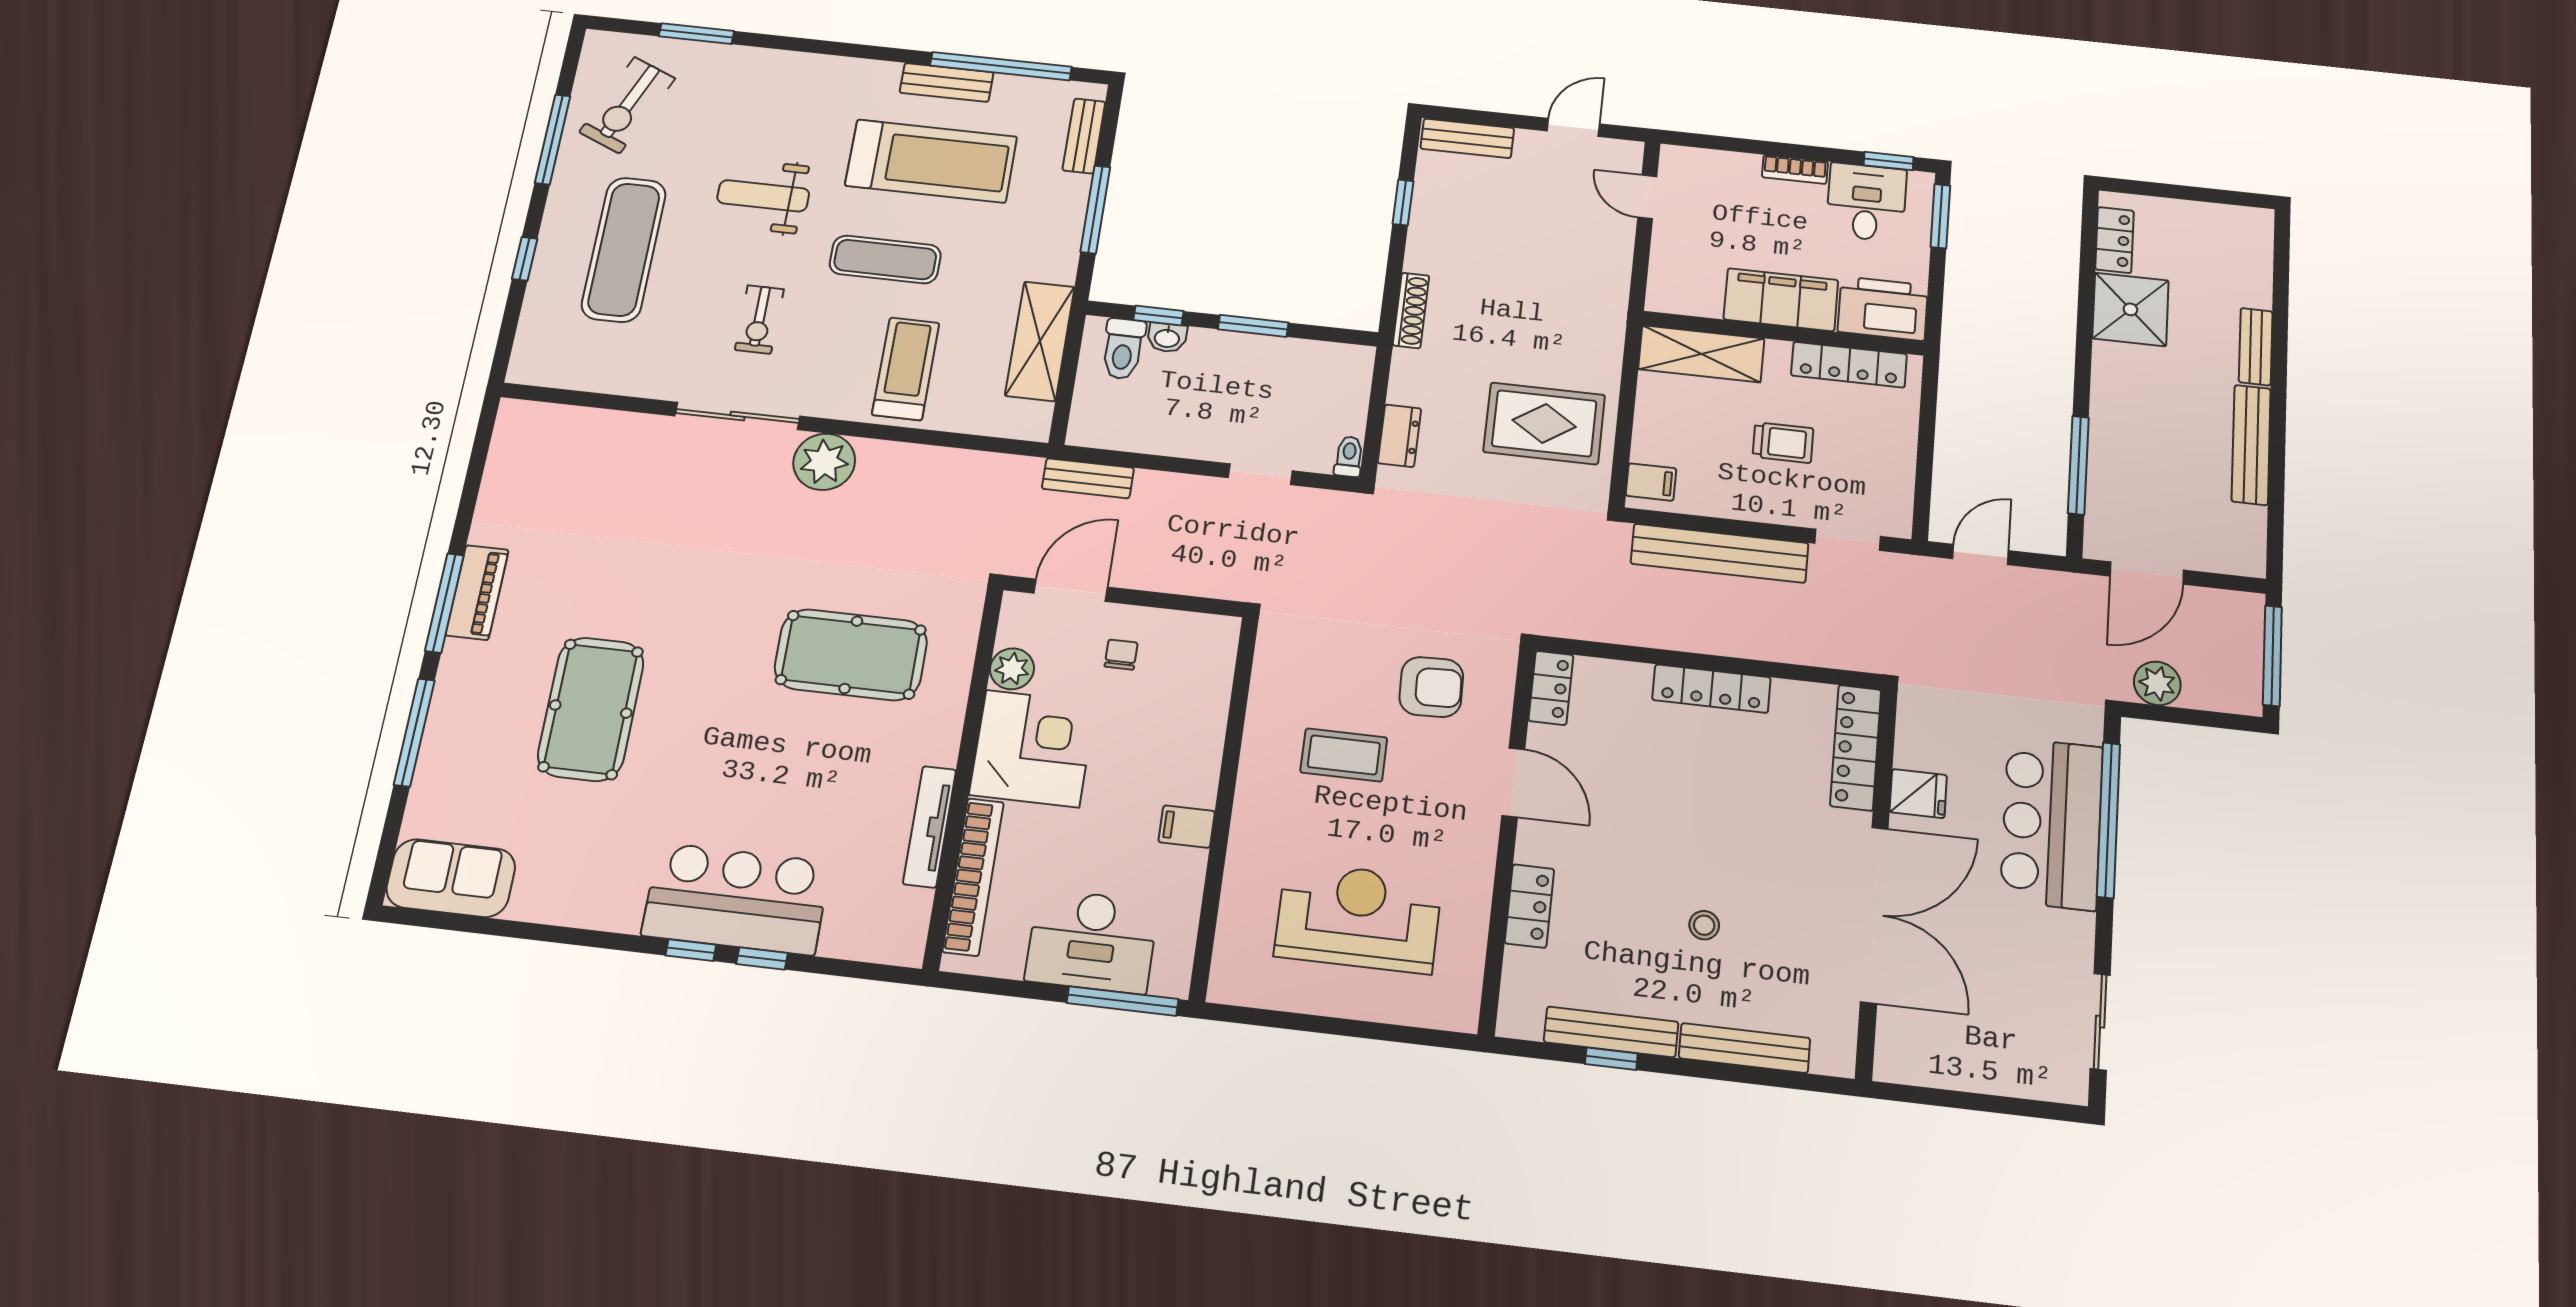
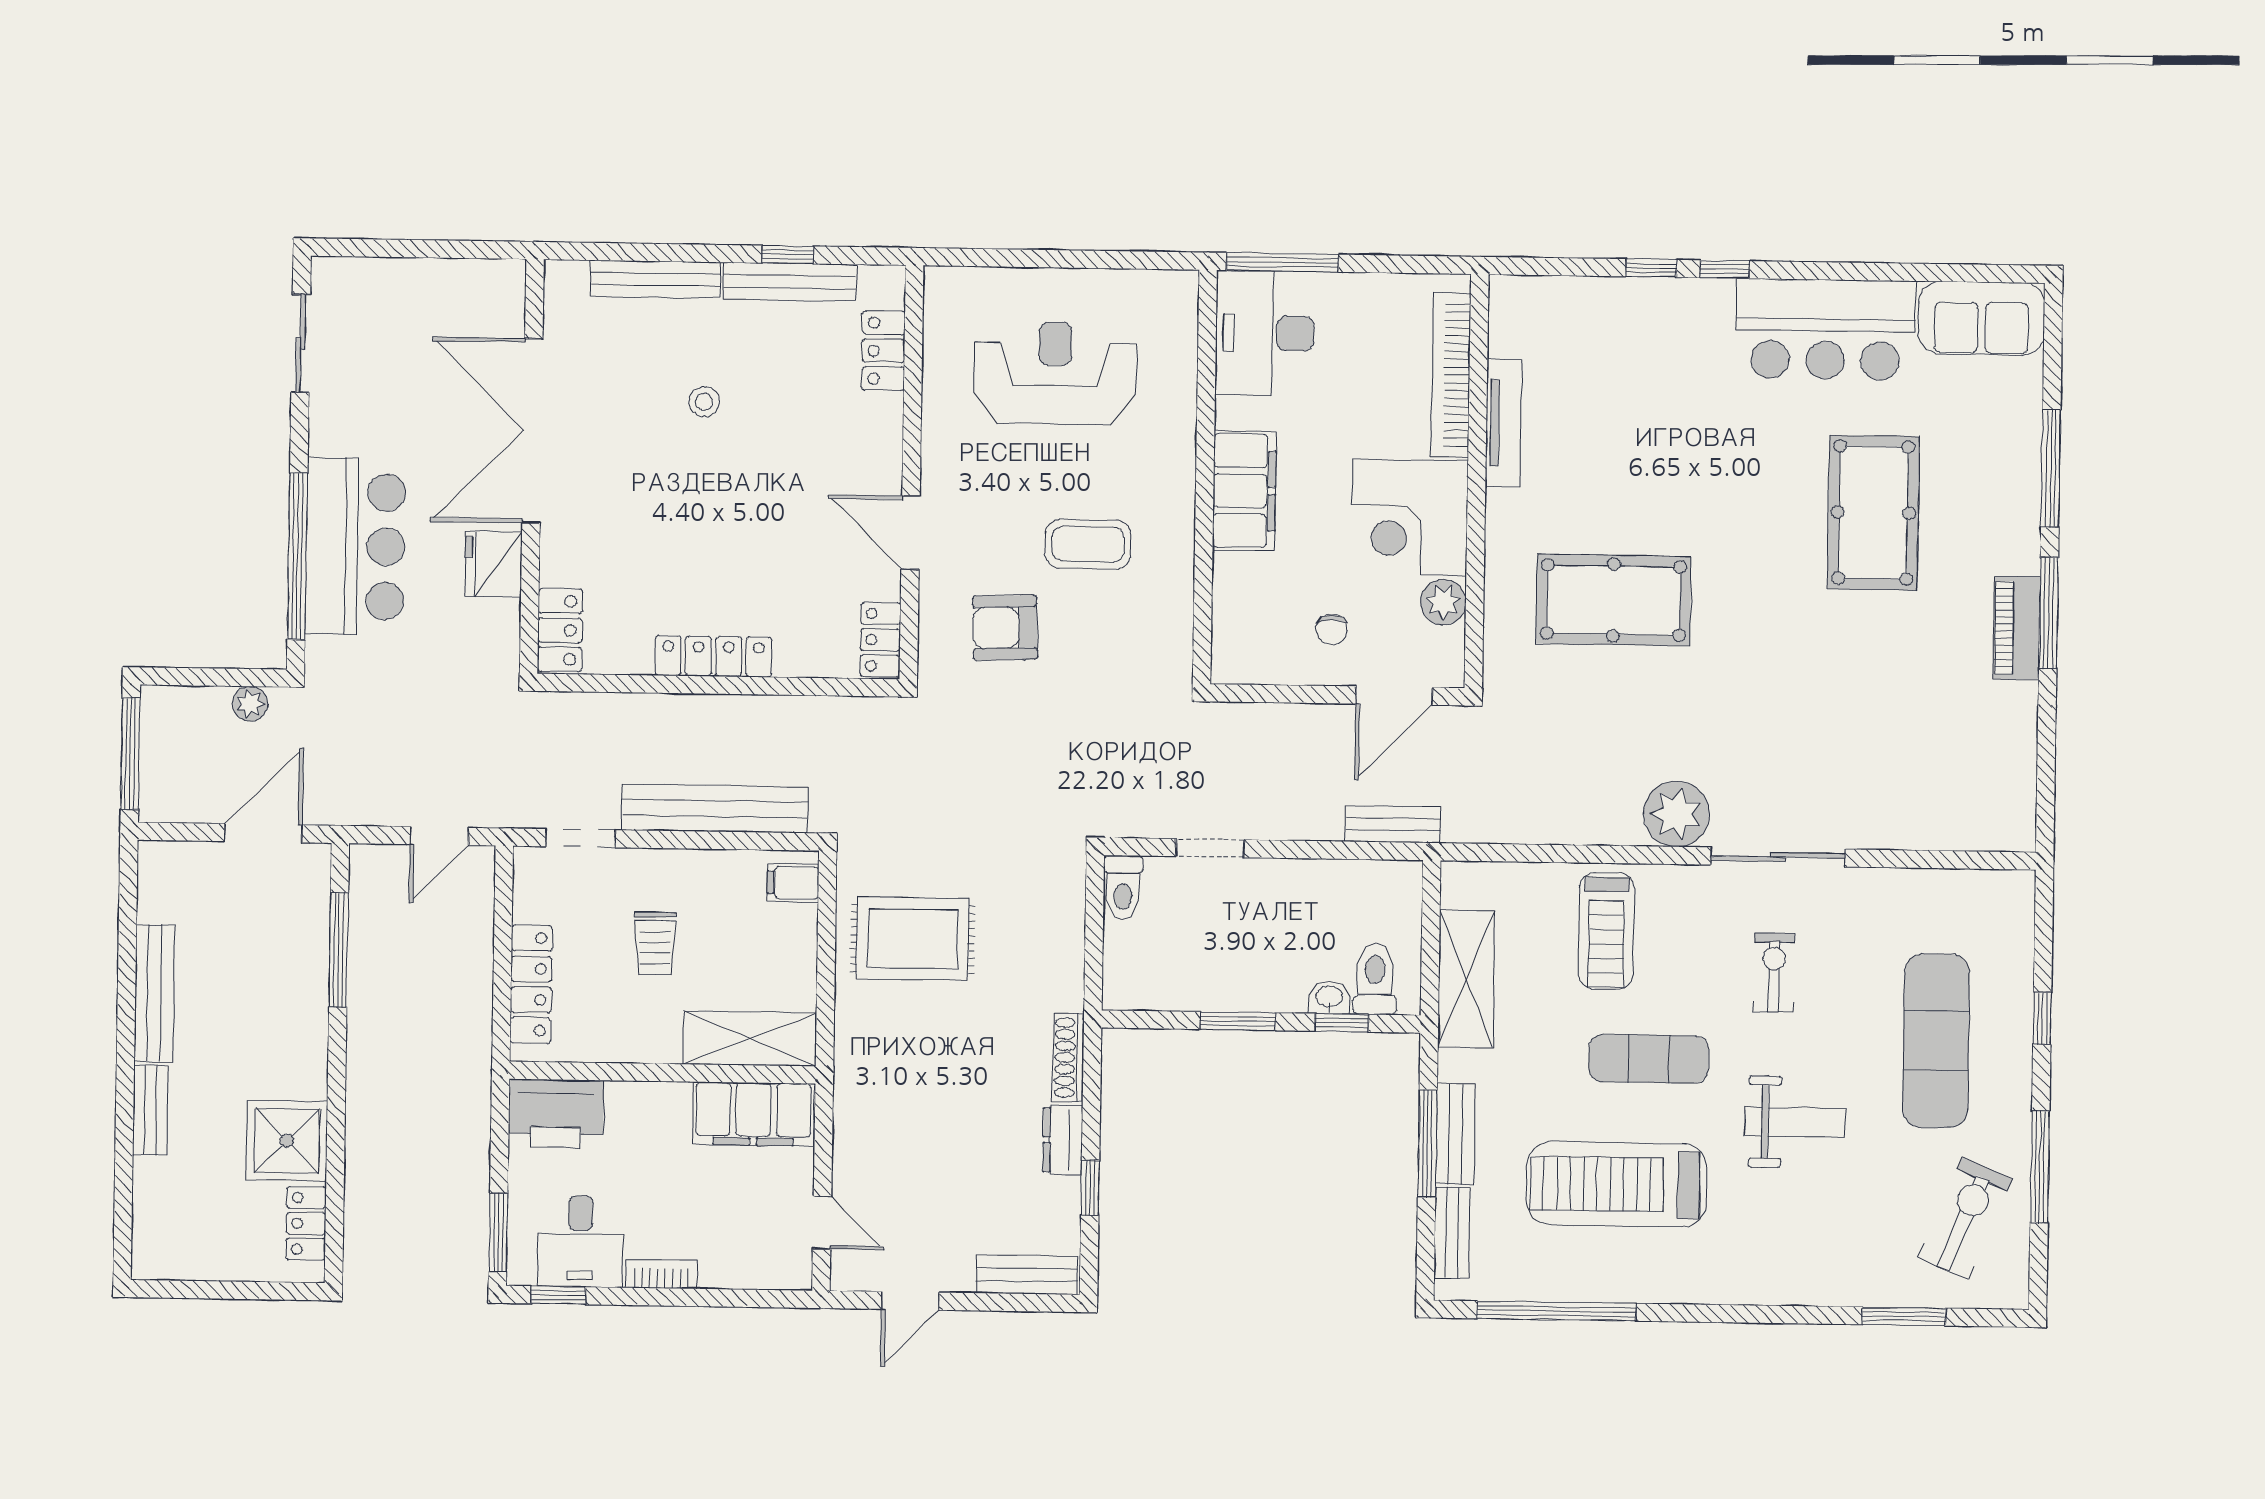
bench: (947, 82) -> (1455, 1134), moved, turned 90
filing cabinet: (1781, 300) -> (753, 1114), moved
locker: (1849, 365) -> (531, 984), moved, turned 90
dresser: (1399, 436) -> (1063, 1140), moved
trolley: (1783, 443) -> (655, 943), turned -90
toilet: (1349, 457) -> (1123, 887), width x1.37, depth x1.39
plant: (2157, 683) -> (250, 704), width x0.73, depth x0.73
locker: (1856, 748) -> (560, 630), width x0.66
fridge: (1918, 794) -> (493, 564), width x1.38
filing cabinet: (1187, 827) -> (1244, 491), width x3.00, depth x1.17
bar counter: (736, 899) -> (1825, 329), moved
locker: (1529, 906) -> (884, 351), moved
reception desk: (1358, 917) -> (1055, 373), turned 180
desk: (1092, 941) -> (1265, 333), moved, turned -90

